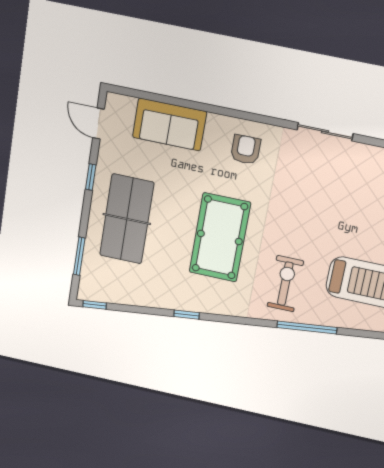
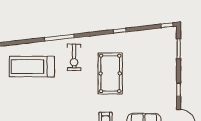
table tennis table: (127, 219) -> (157, 73), removed

